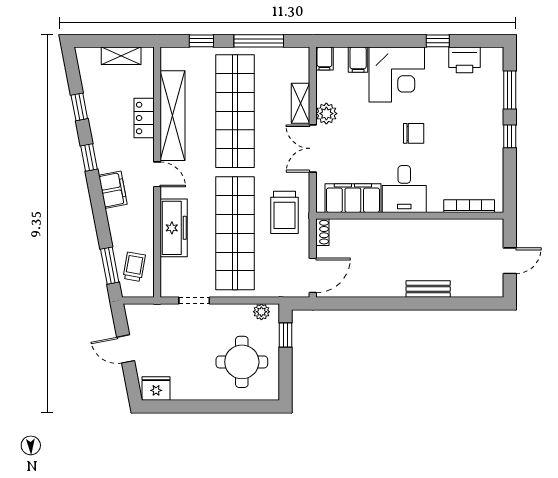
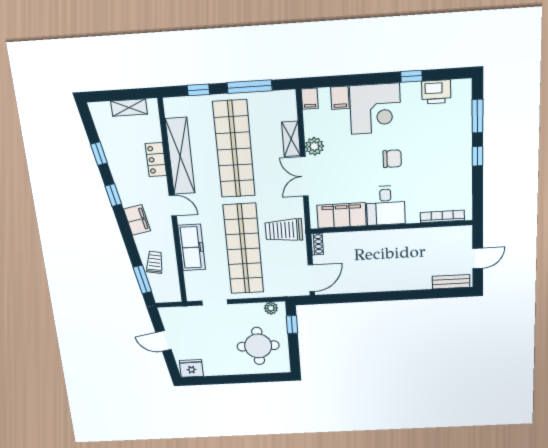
trolley: (284, 212) -> (284, 230), turned 90
trolley: (134, 267) -> (155, 262), moved
bench: (428, 289) -> (451, 282), moved

